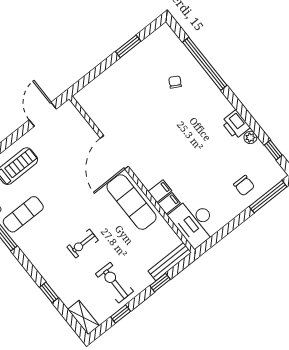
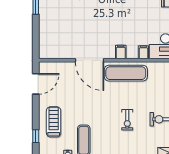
door: (43, 114) -> (36, 84), swing flipped
filing cabinet: (160, 191) -> (121, 52), moved

